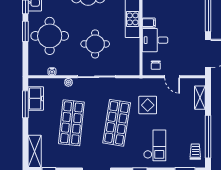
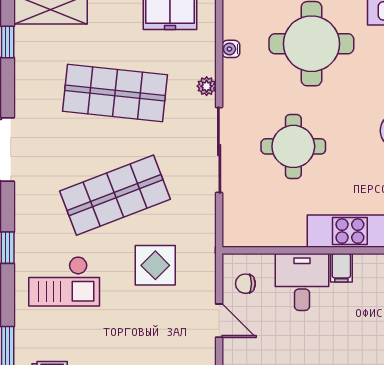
door: (172, 77) -> (219, 321), swing flipped
shop shelf: (117, 123) -> (115, 195), turned -30

